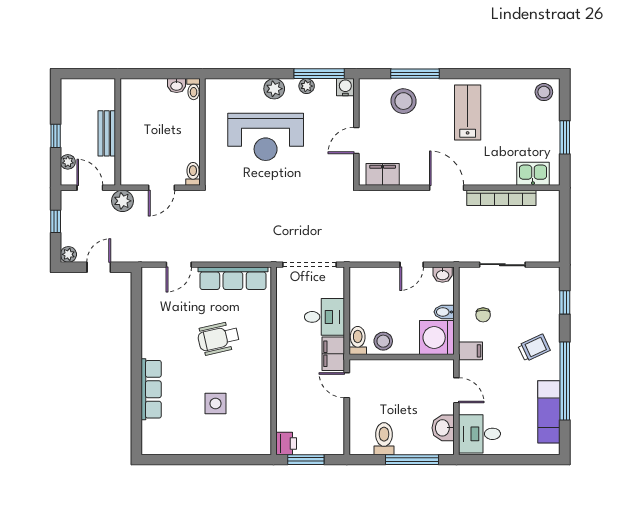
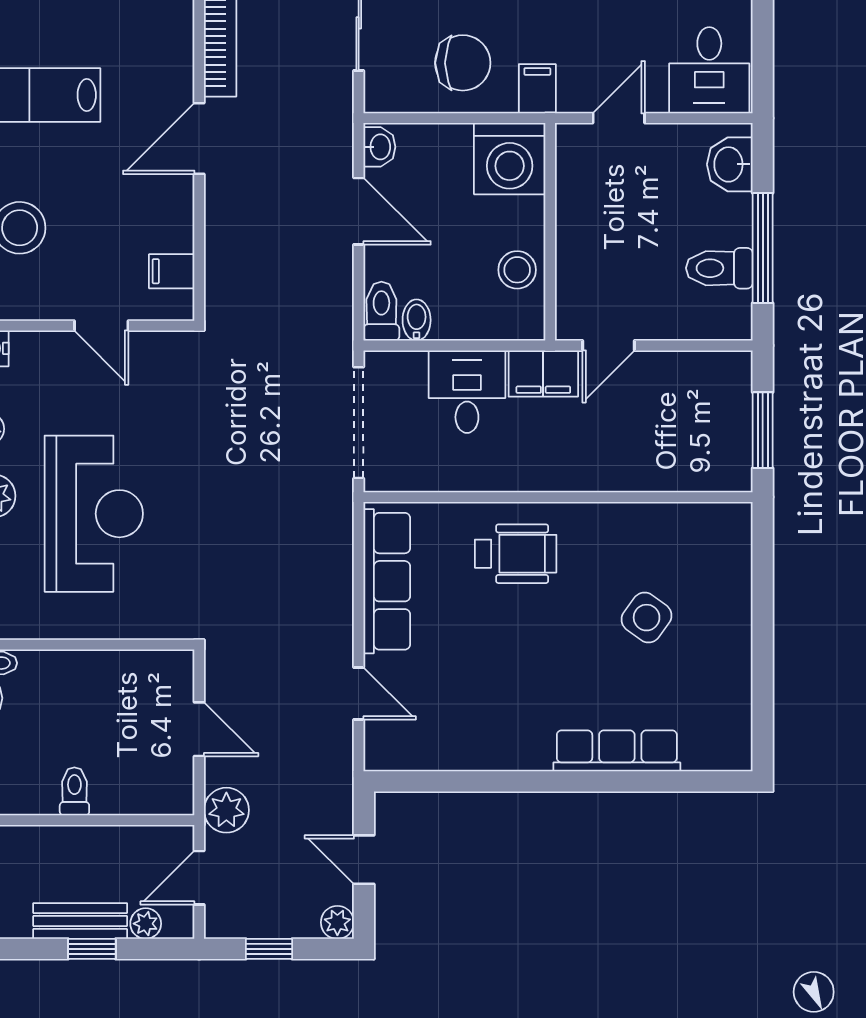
bench: (107, 133) -> (80, 921), moved
toilet: (193, 174) -> (74, 791), moved, turned 90
filing cabinet: (383, 174) -> (172, 271), width x0.50
door: (412, 265) -> (359, 211), width x1.38
bidet: (444, 312) -> (417, 320), moved, turned 180
chair: (483, 315) -> (463, 63), width x1.87, depth x1.87
wheelchair: (219, 338) -> (516, 554), moved, turned -77
toilet: (358, 340) -> (381, 311), moved, turned 90
side table: (215, 404) -> (647, 618), turned 36
washbasin: (443, 428) -> (730, 164), moved, turned 90
printer: (286, 443) -> (729, 471), removed
window: (412, 460) -> (763, 248), moved

